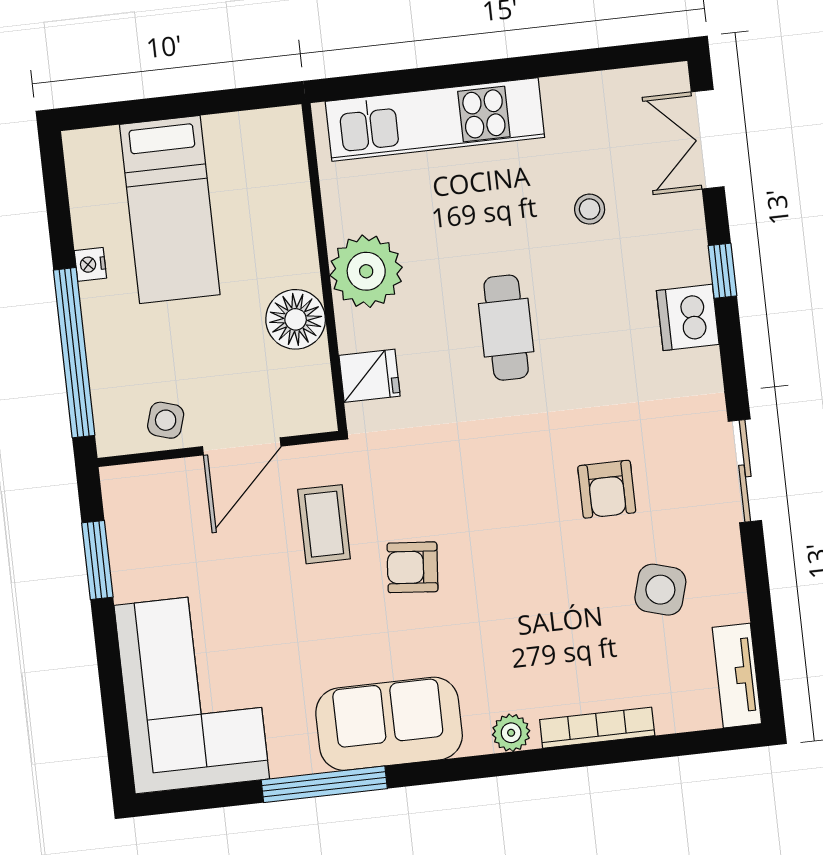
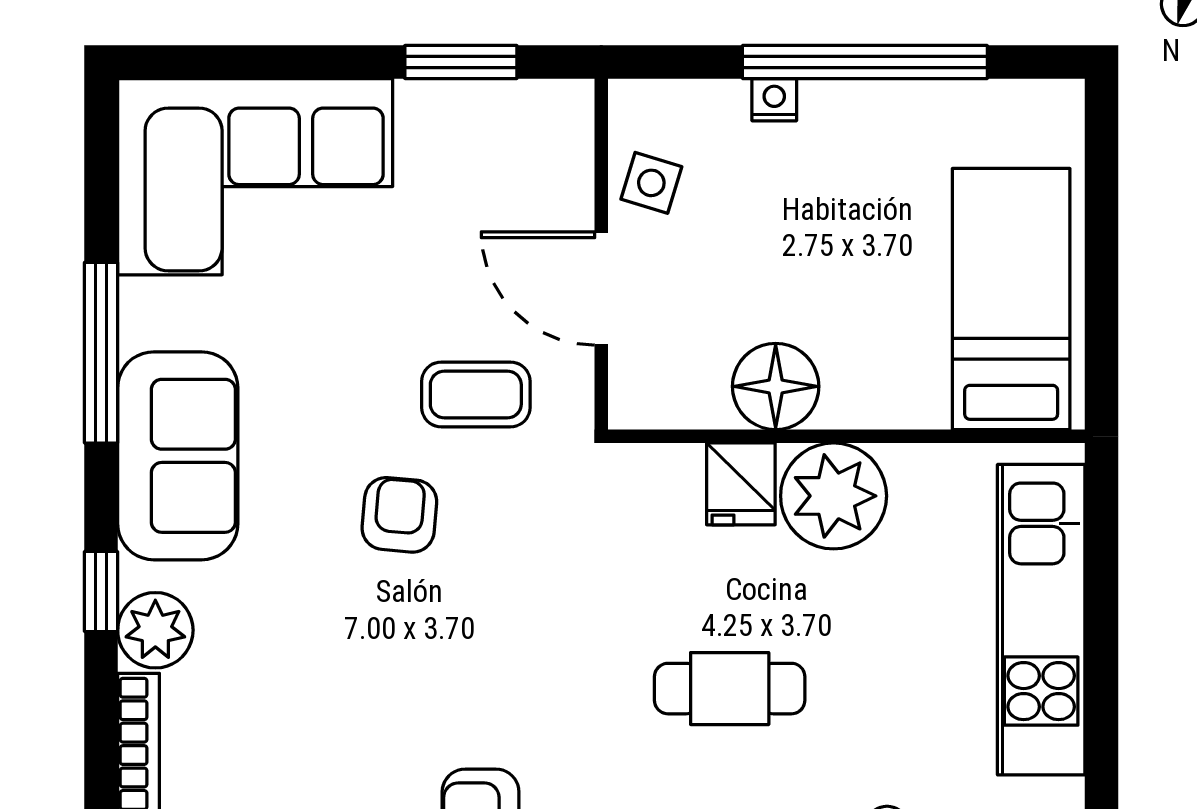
bed: (170, 209) -> (1011, 299), moved, turned 90
nightstand: (90, 264) -> (774, 100), moved
window: (74, 353) -> (865, 62), moved
fridge: (370, 376) -> (741, 484), moved
plant: (511, 733) -> (155, 630), width x1.38, depth x1.38
window: (488, 766) -> (101, 591), added

